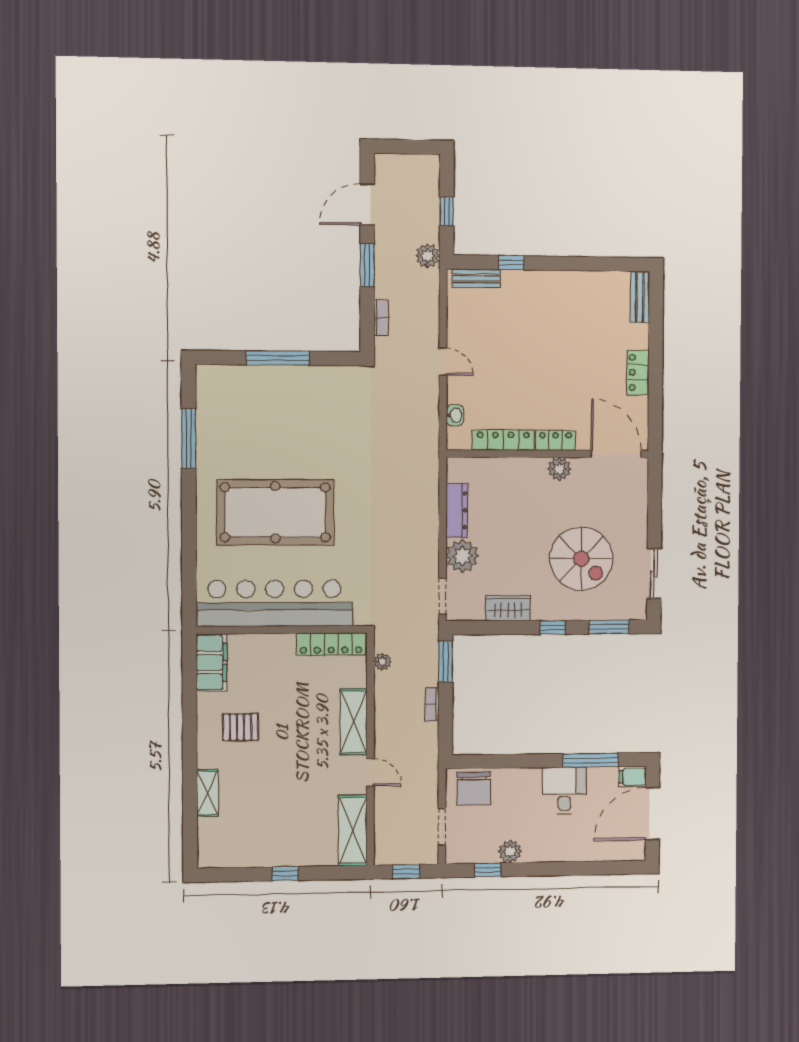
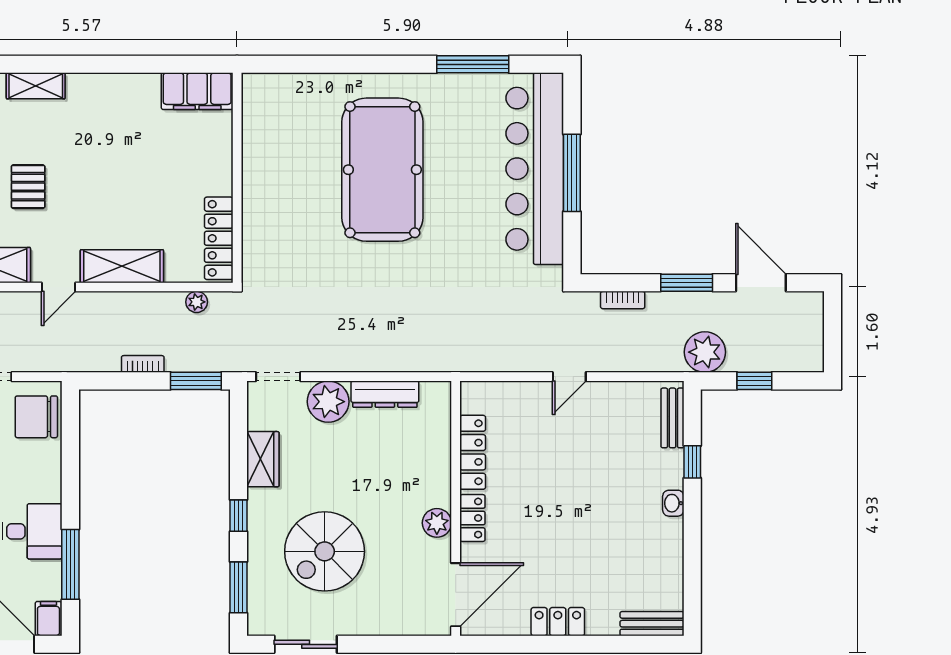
plant: (428, 256) -> (705, 352), width x1.36, depth x1.36
washbasin: (455, 415) -> (673, 503), moved, turned 90
bar counter: (275, 603) -> (535, 169), moved, turned 180
pallet: (240, 727) -> (28, 187), moved

